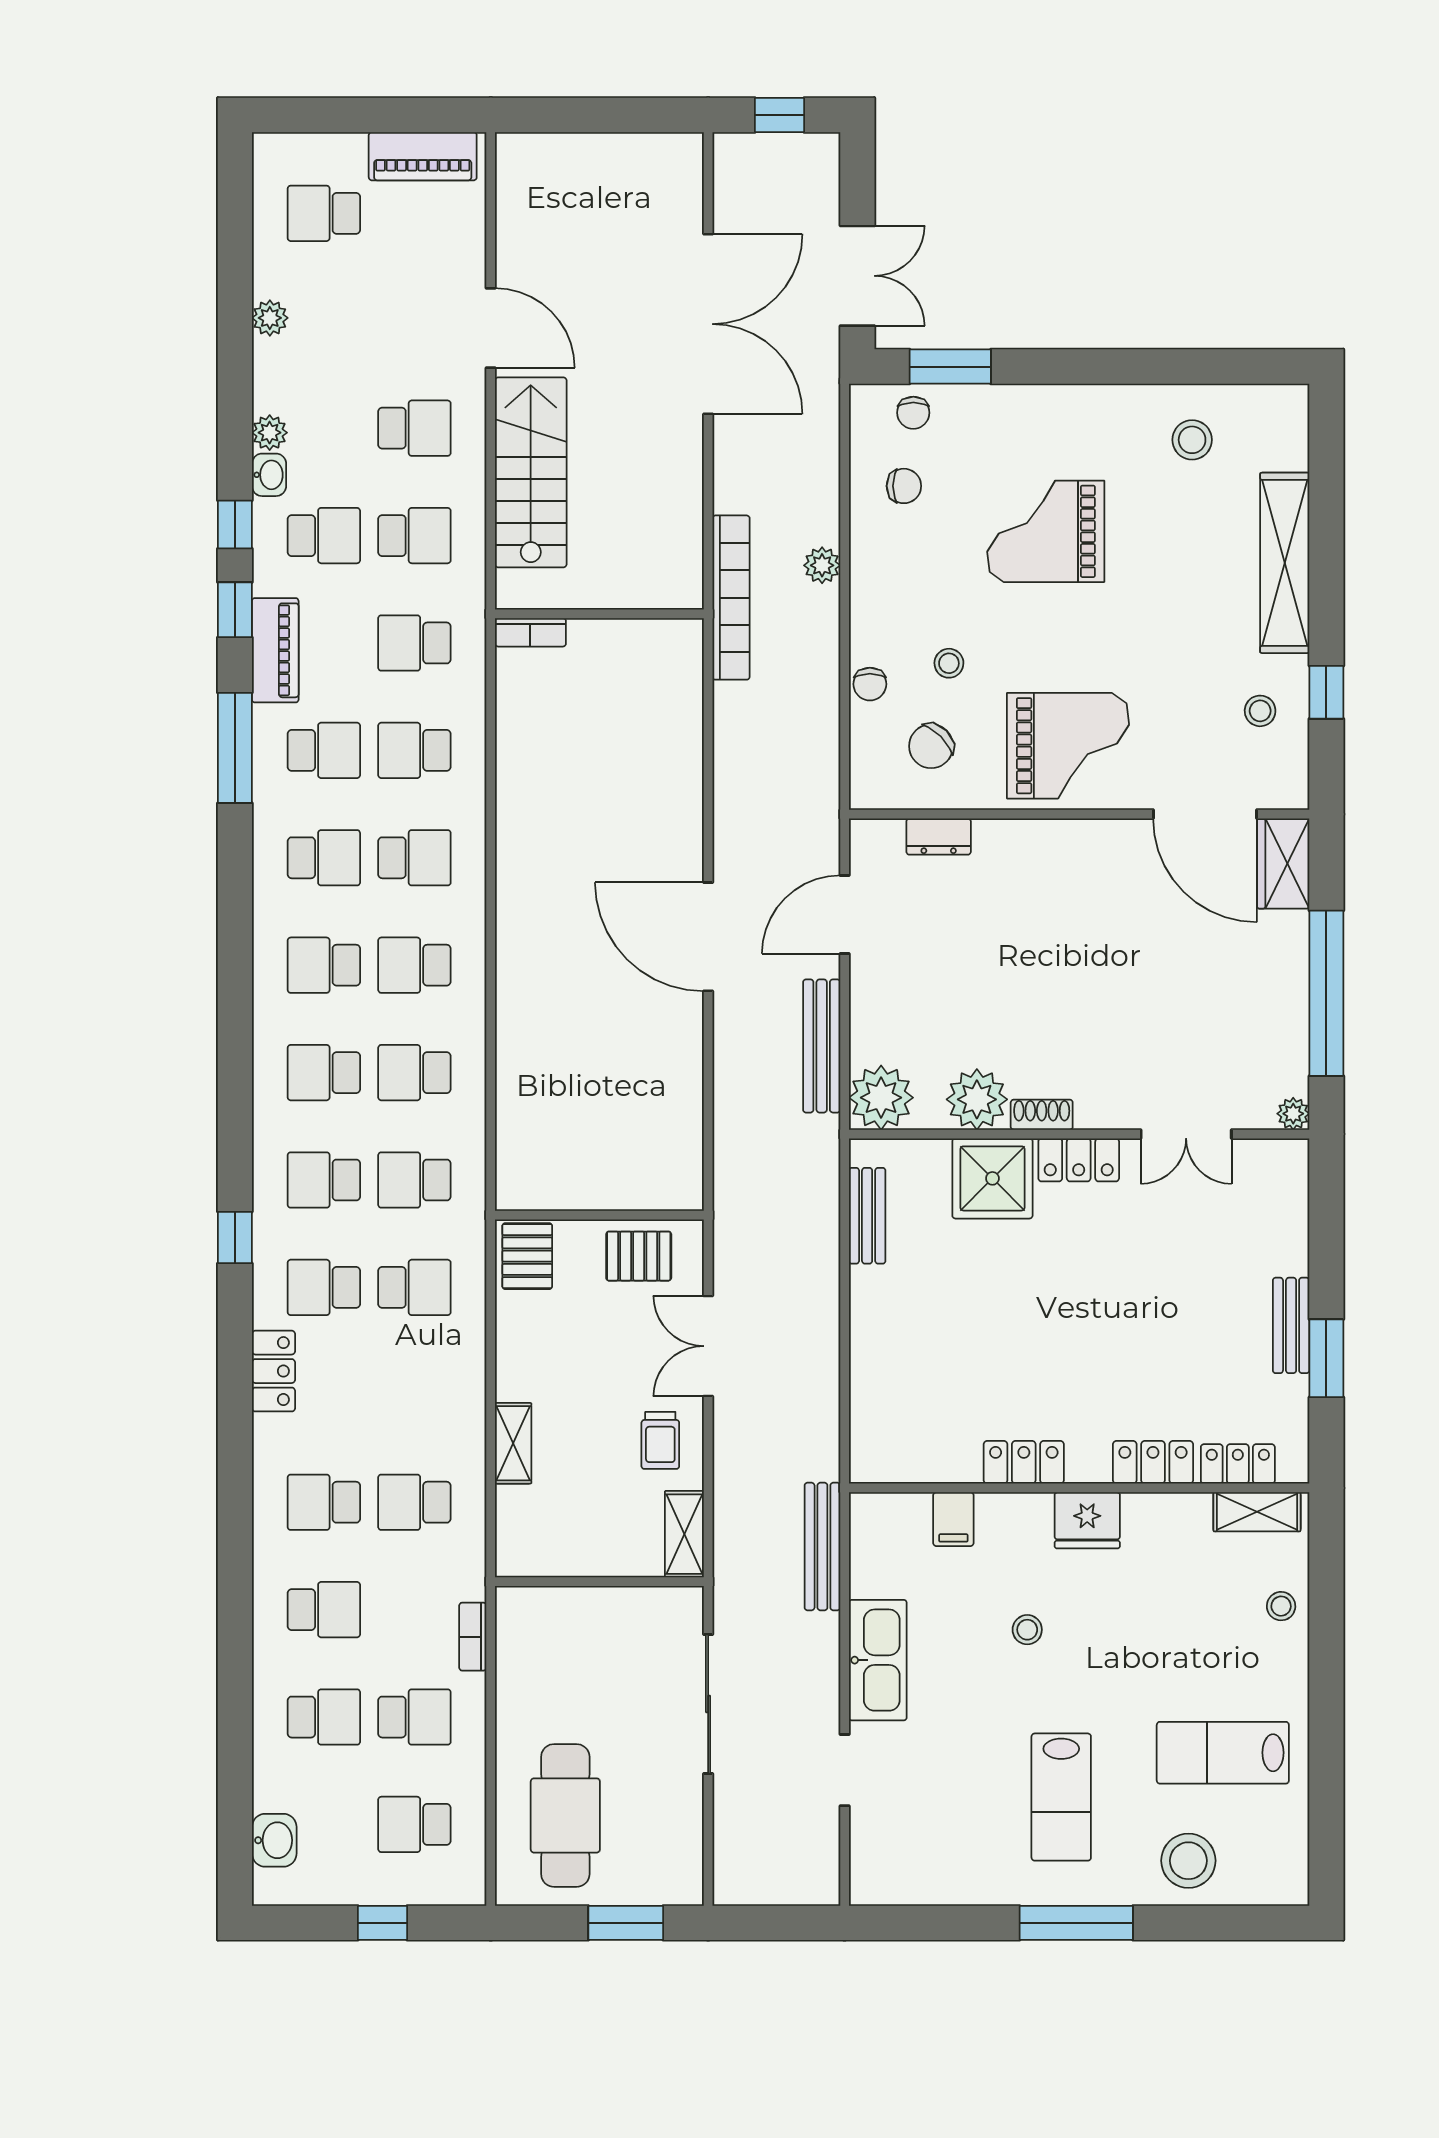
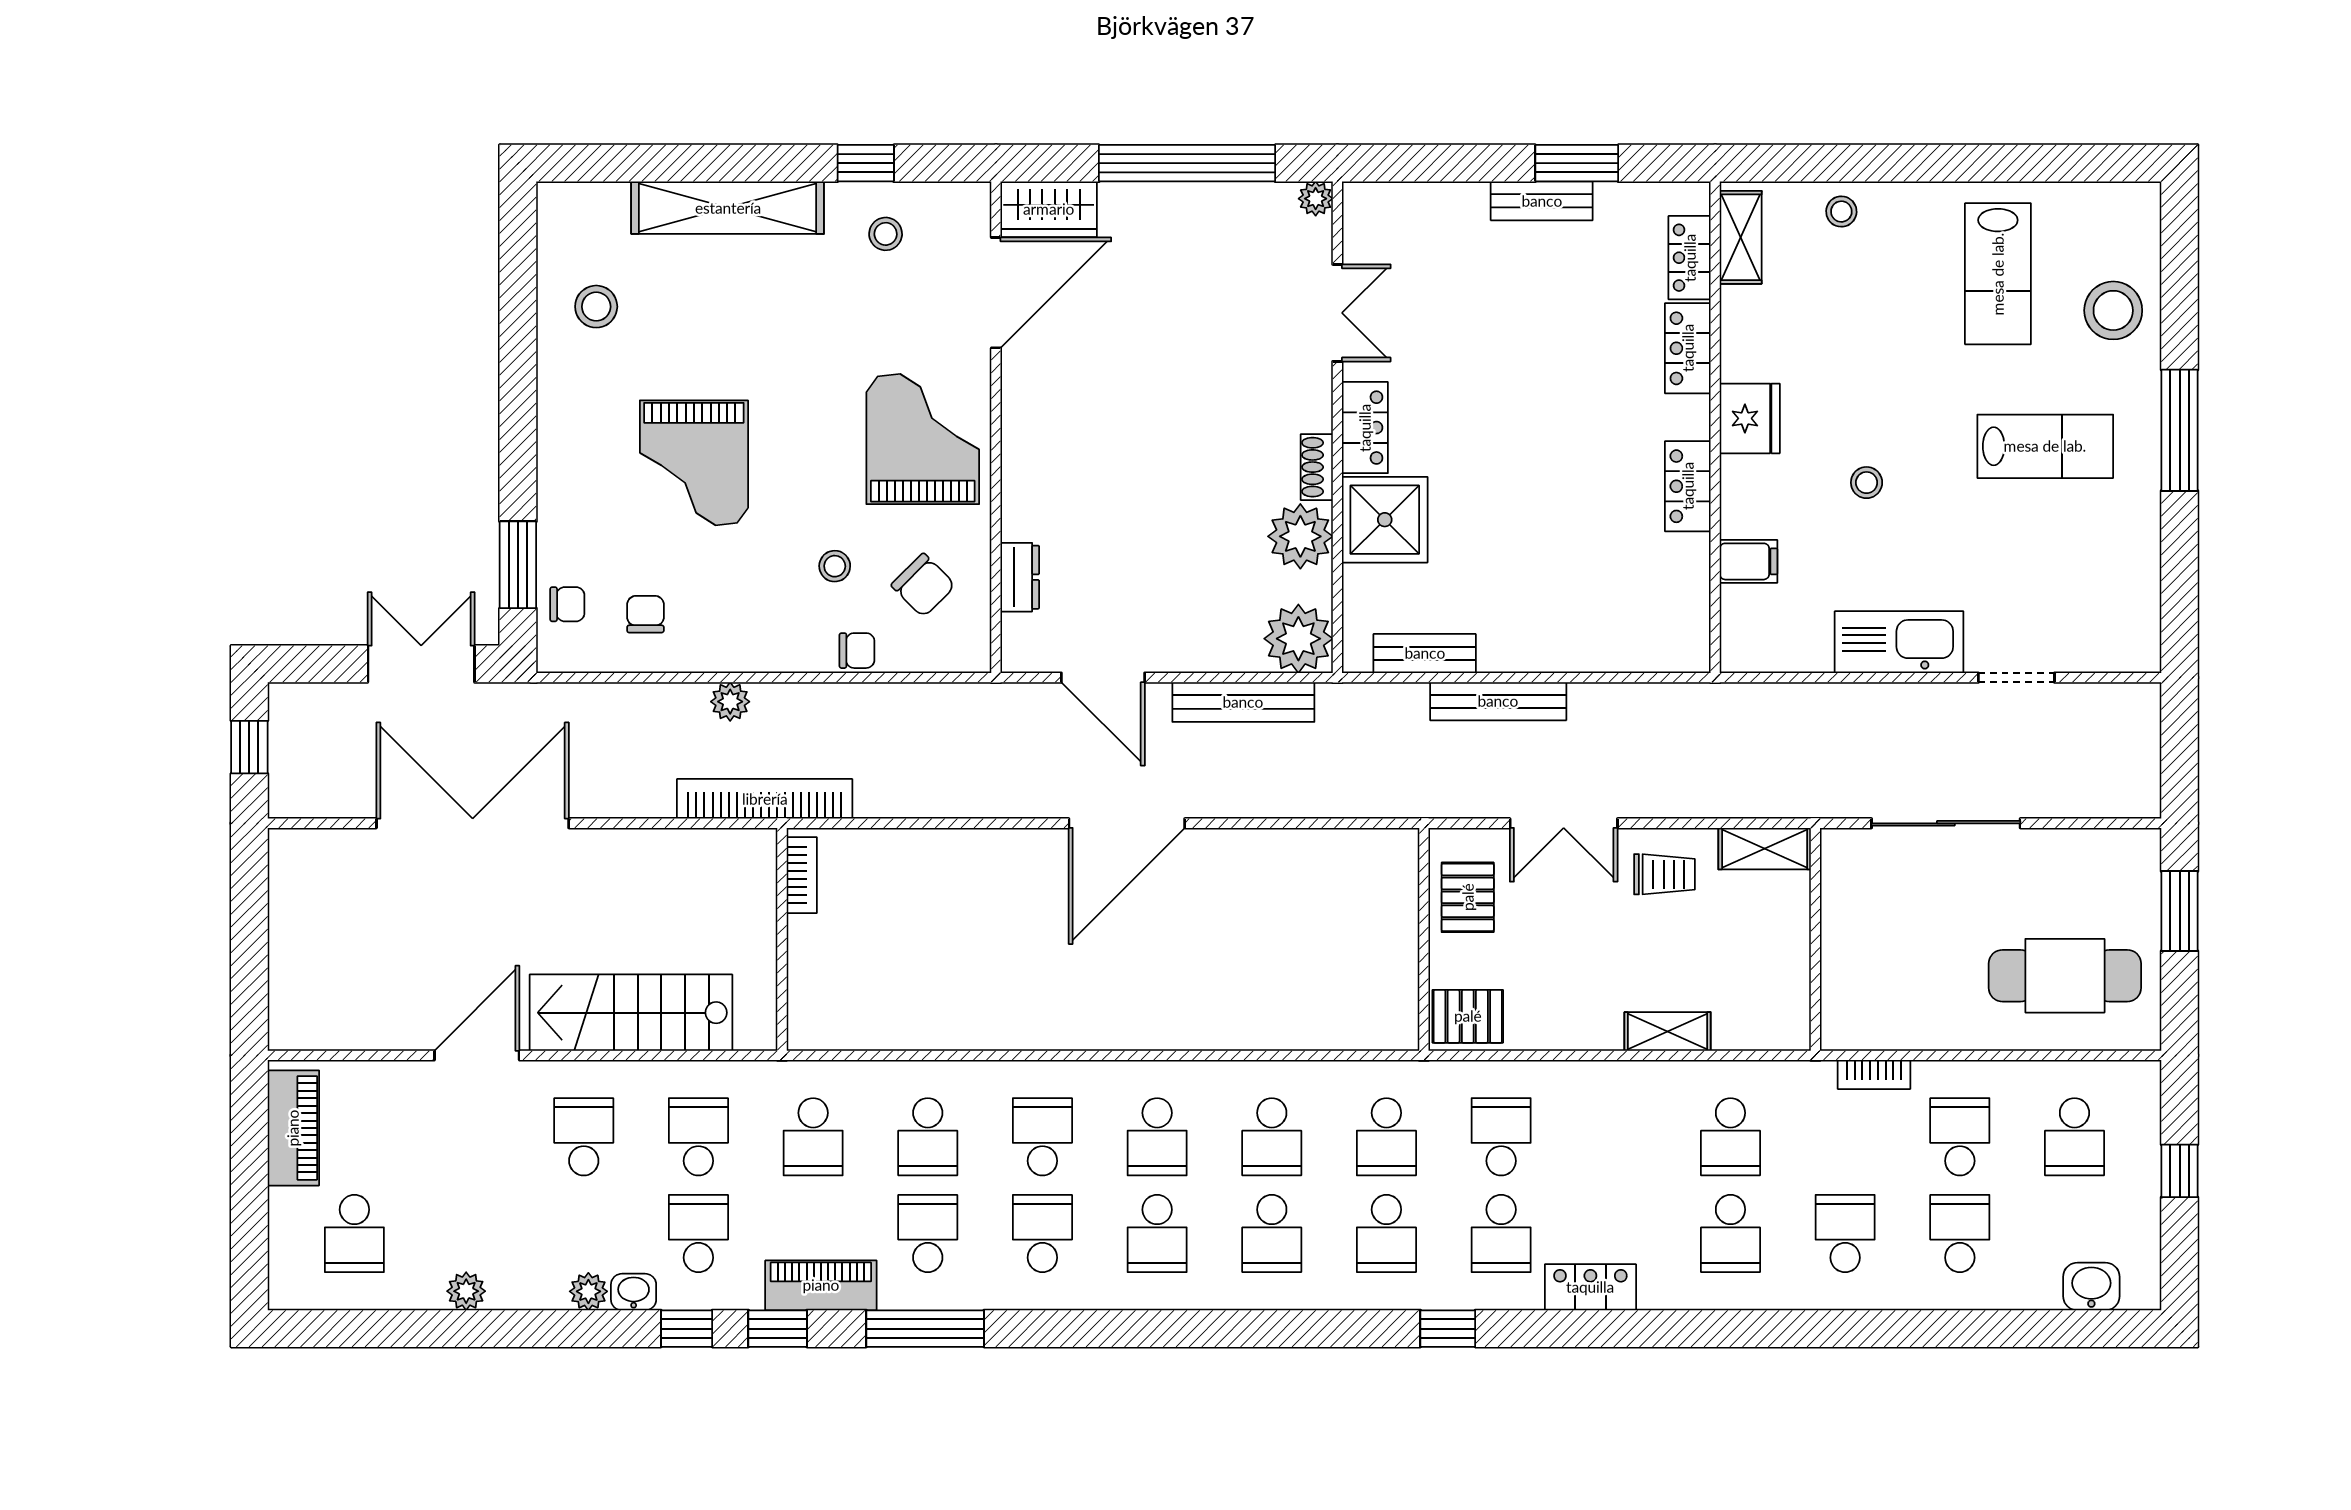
bookcase: (530, 632) -> (802, 875), moved
bench: (822, 1546) -> (1498, 701), moved

